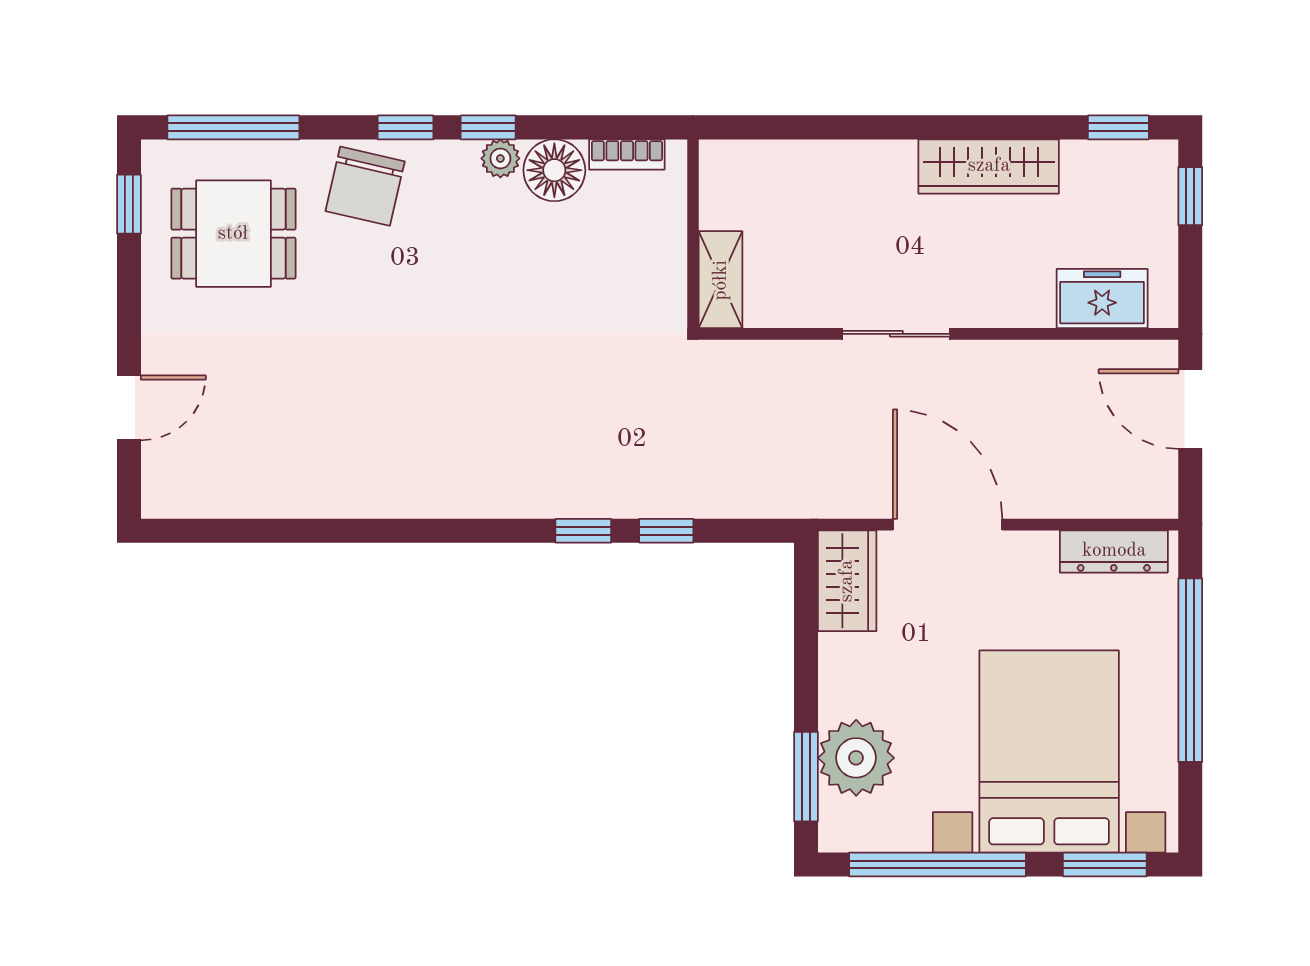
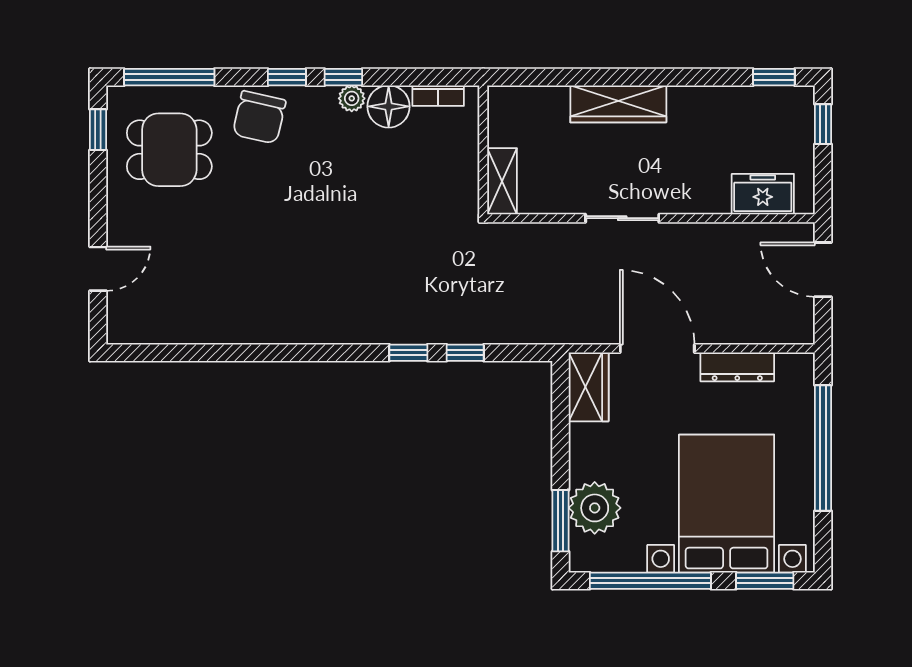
wardrobe: (989, 166) -> (618, 104), moved
dresser: (1114, 551) -> (737, 367), moved

